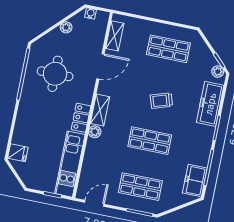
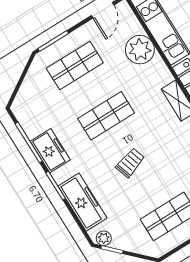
plant: (95, 132) -> (140, 50), moved, width x1.88, depth x1.88
freezer: (195, 180) -> (50, 151), moved

